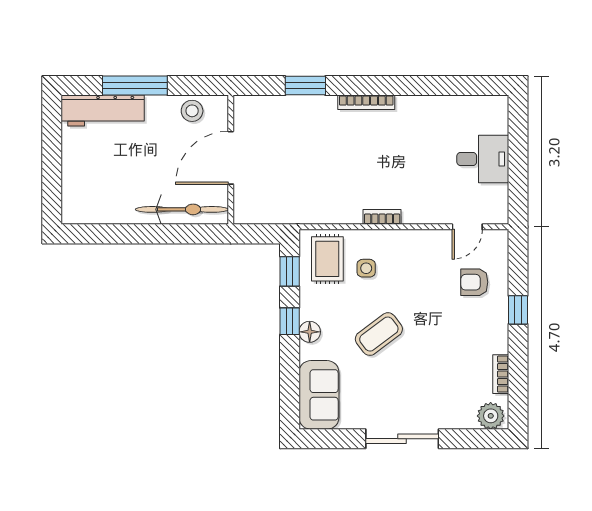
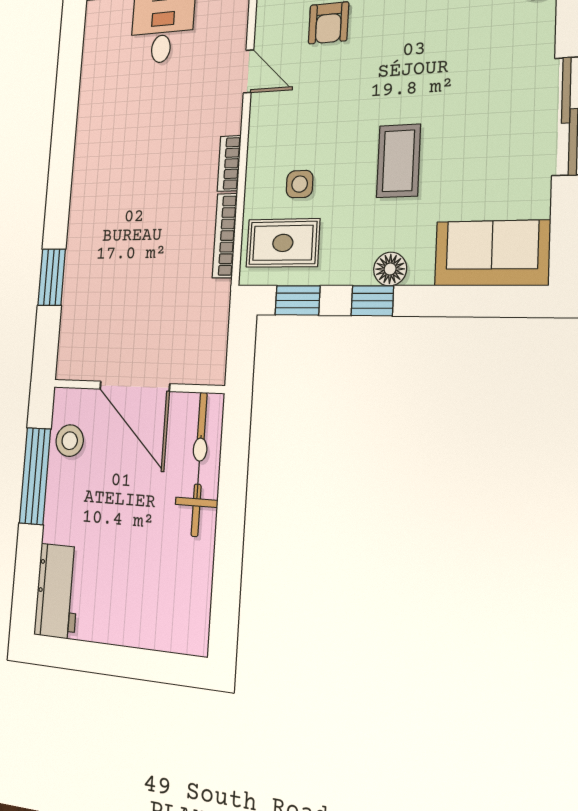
window: (135, 86) -> (35, 476), moved
bookcase: (366, 102) -> (225, 236), moved, turned 180
workbench: (103, 111) -> (57, 591), width x0.73
door: (467, 227) -> (248, 71), moved
coffee table: (379, 334) -> (398, 161), turned 37

